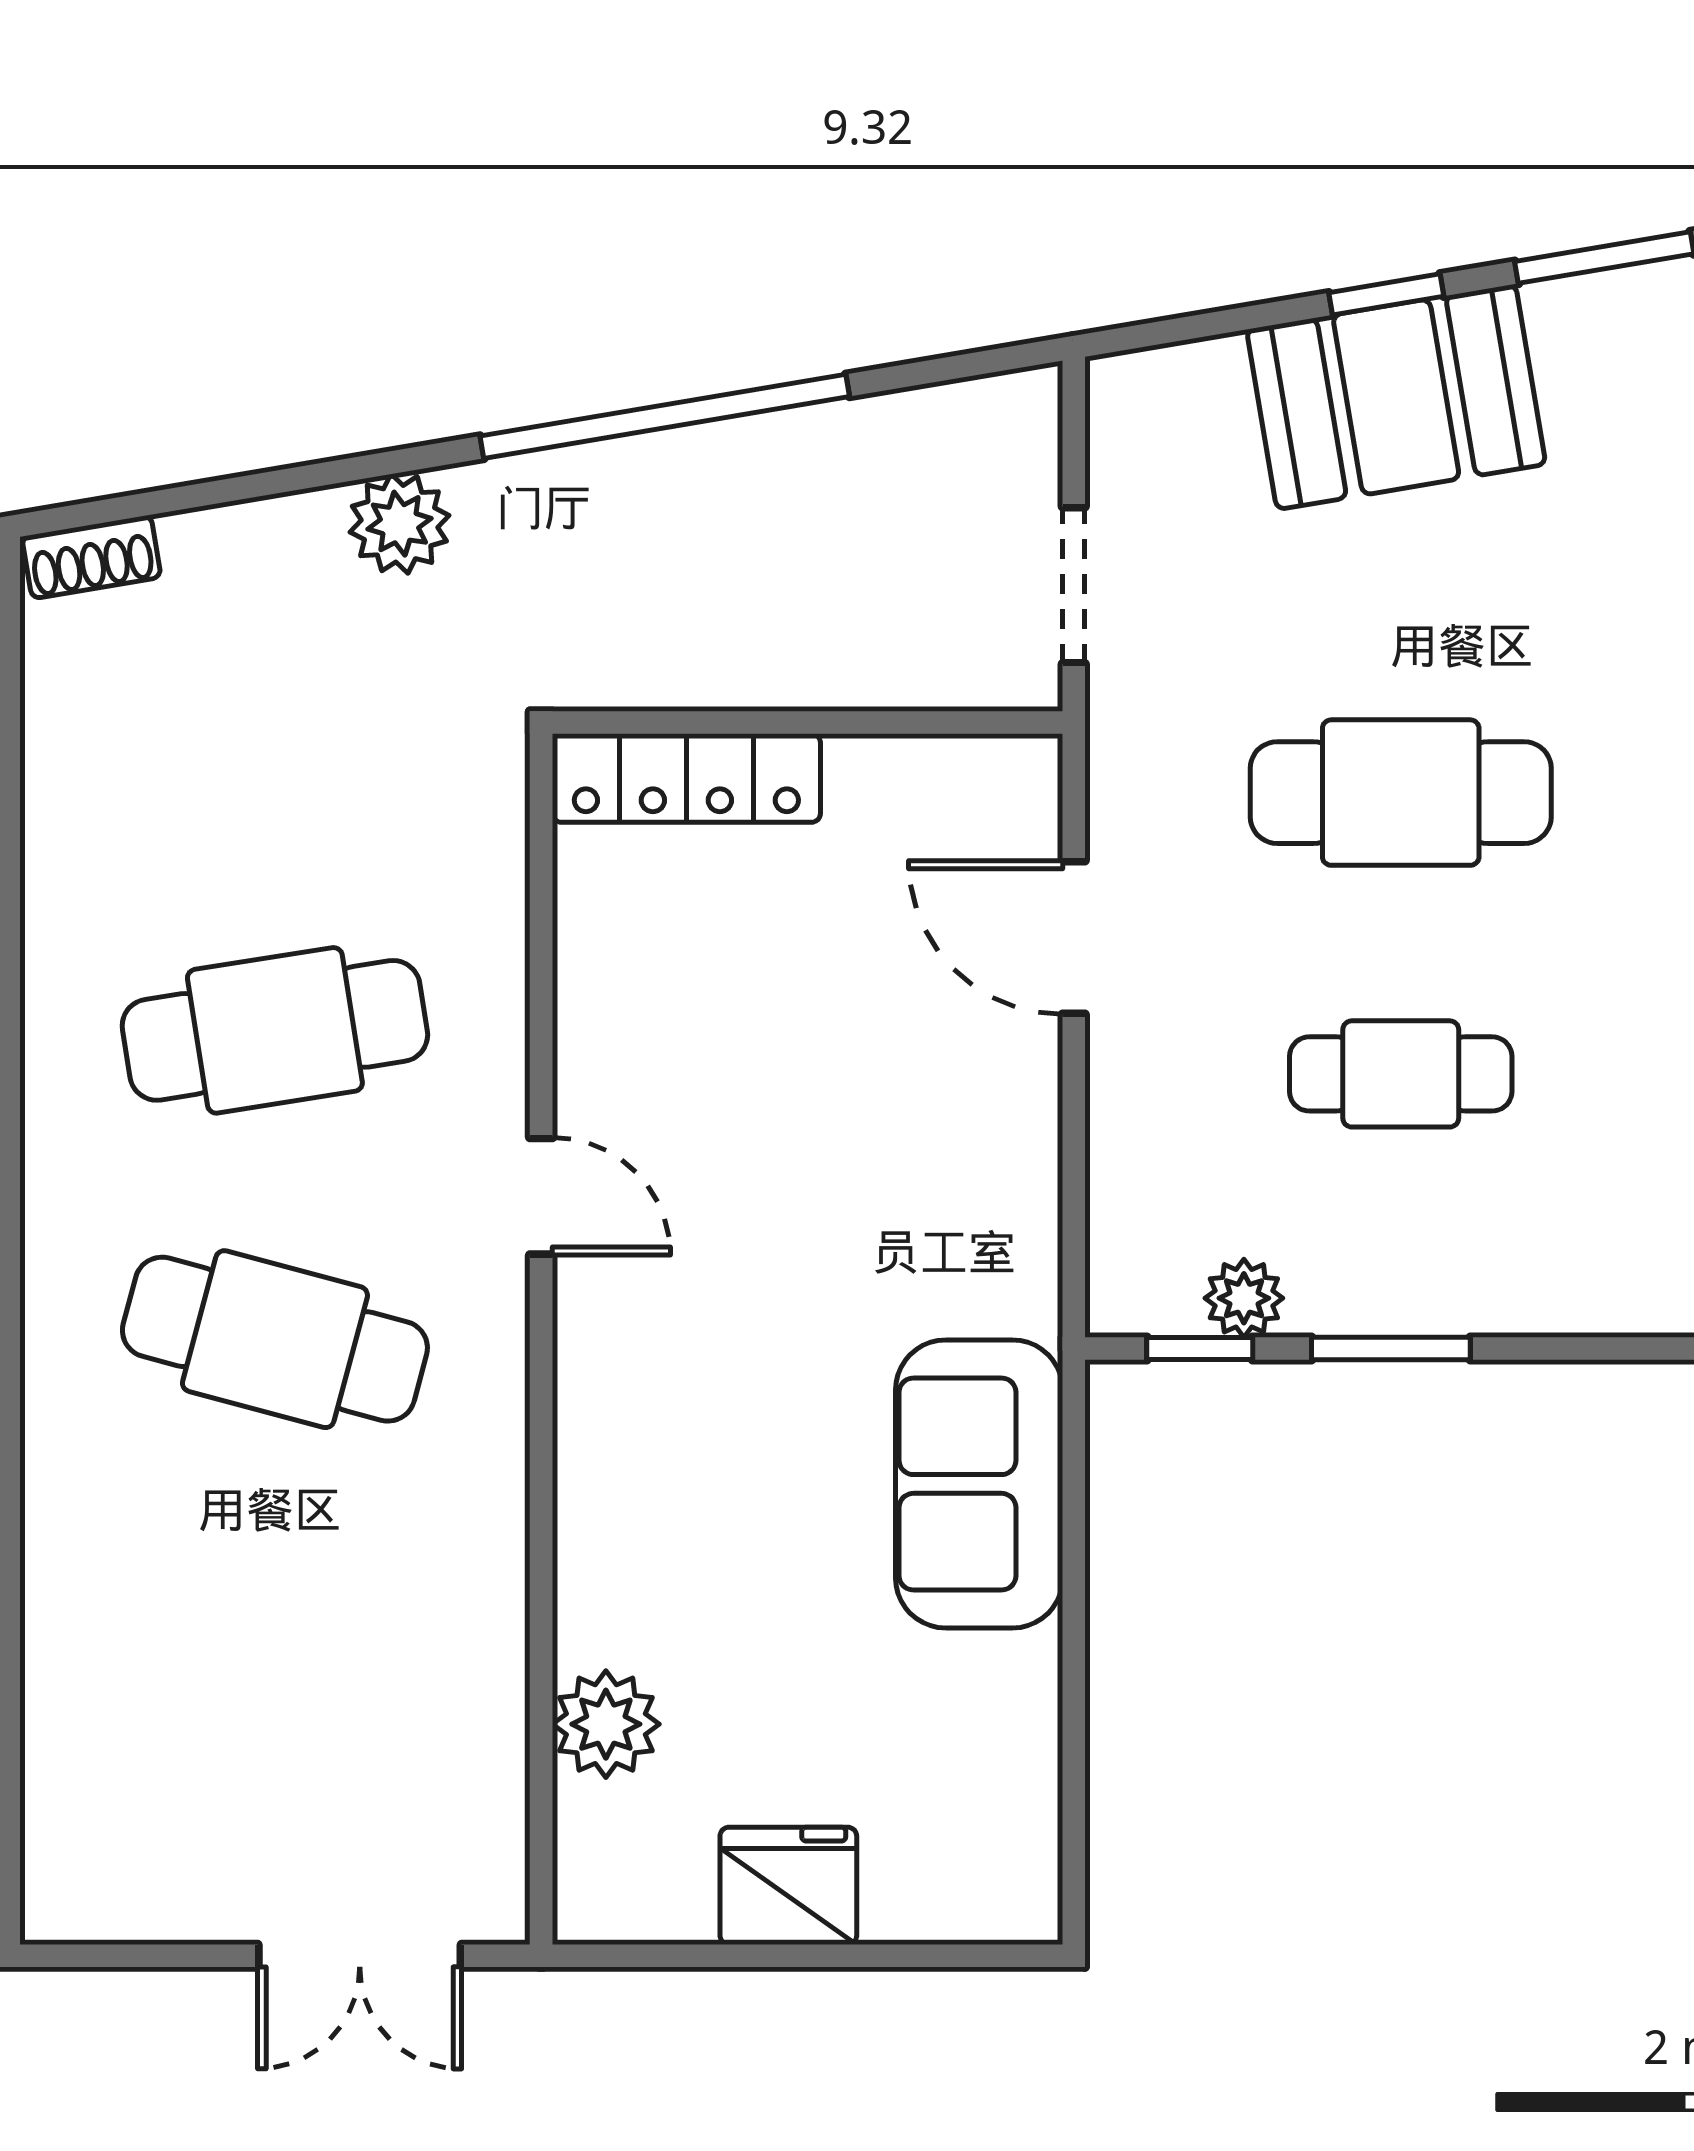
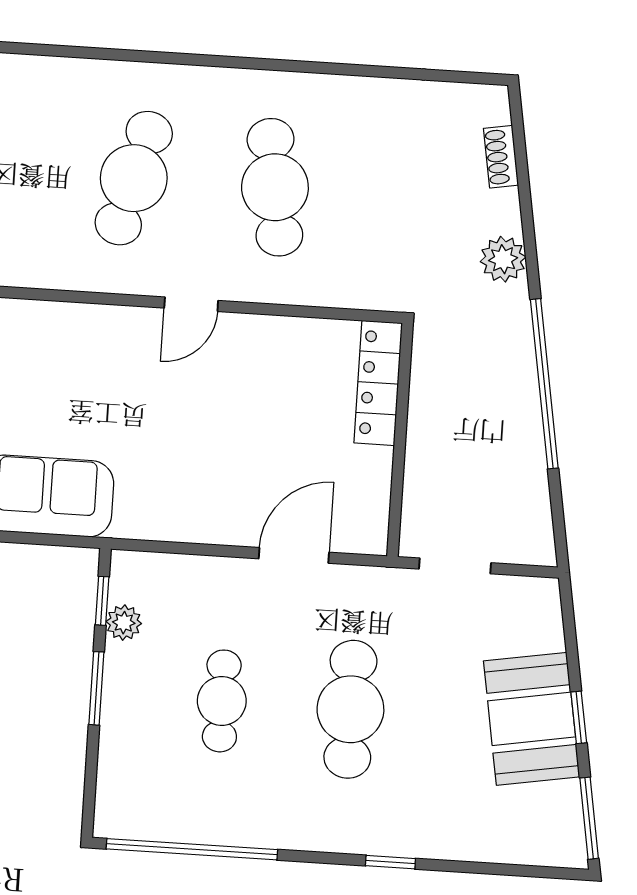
shoe rack: (91, 557) -> (501, 157), moved

